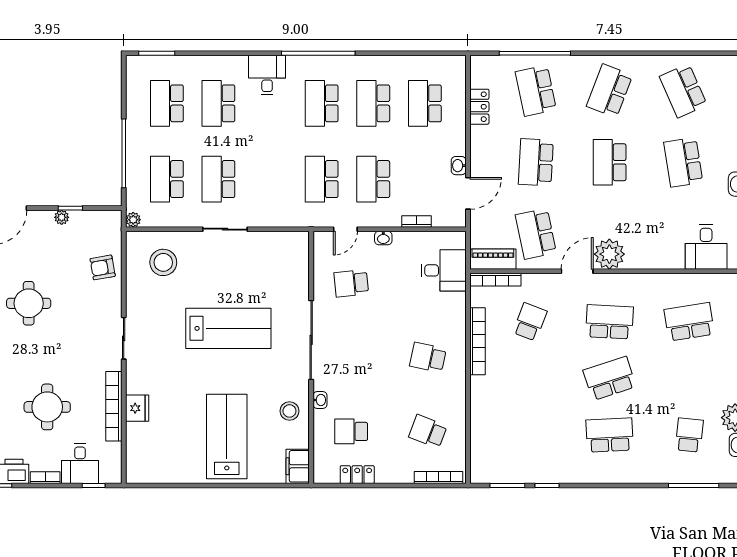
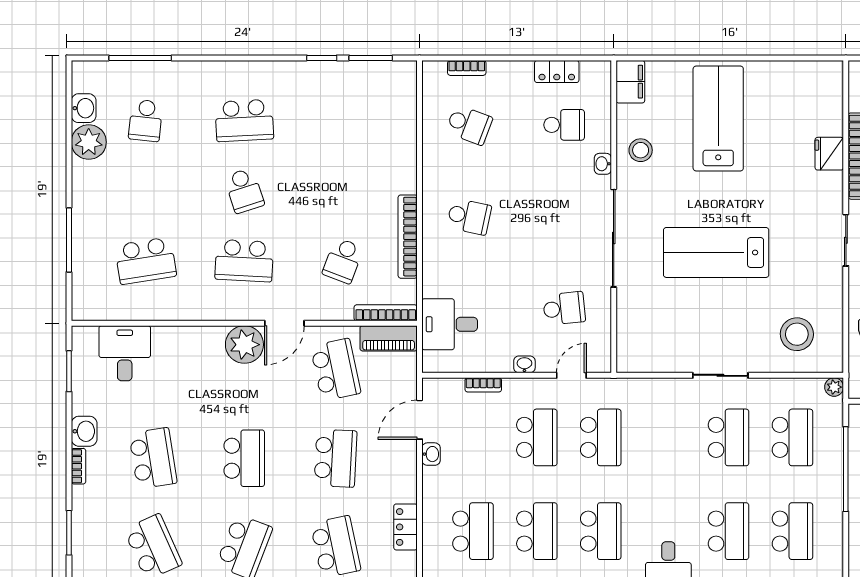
school desk: (610, 378) -> (244, 191), width x0.54
lab bench: (227, 437) -> (718, 118), turned 180
bookcase: (439, 477) -> (467, 68), width x0.64

